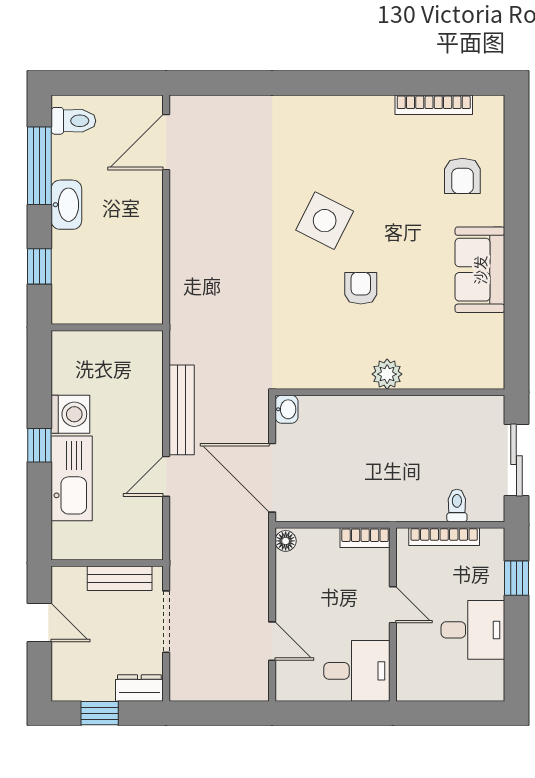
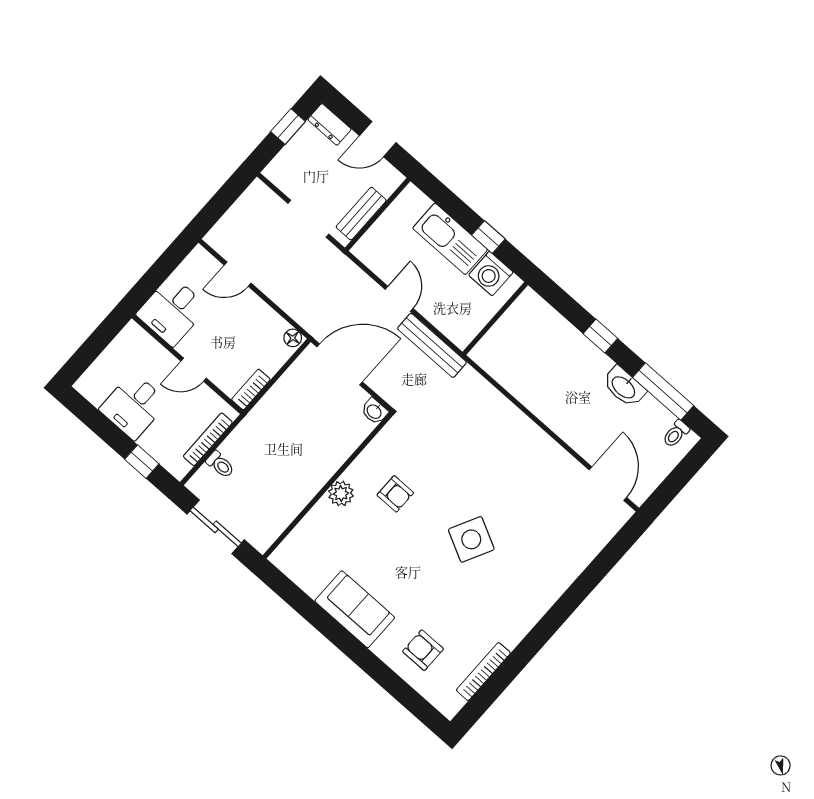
toilet: (73, 121) -> (676, 434), width x0.73, depth x0.72
armchair: (361, 288) -> (395, 494), moved
wall: (107, 327) -> (495, 318), moved
dresser: (139, 688) -> (329, 124), moved, turned 90

